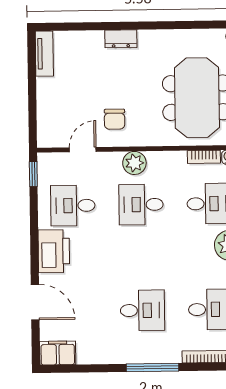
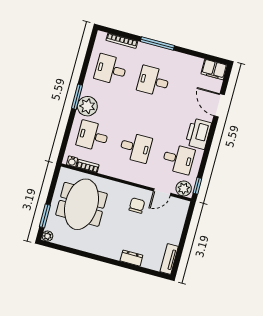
dresser: (121, 39) -> (131, 258), moved
plant: (134, 163) -> (184, 188), moved

